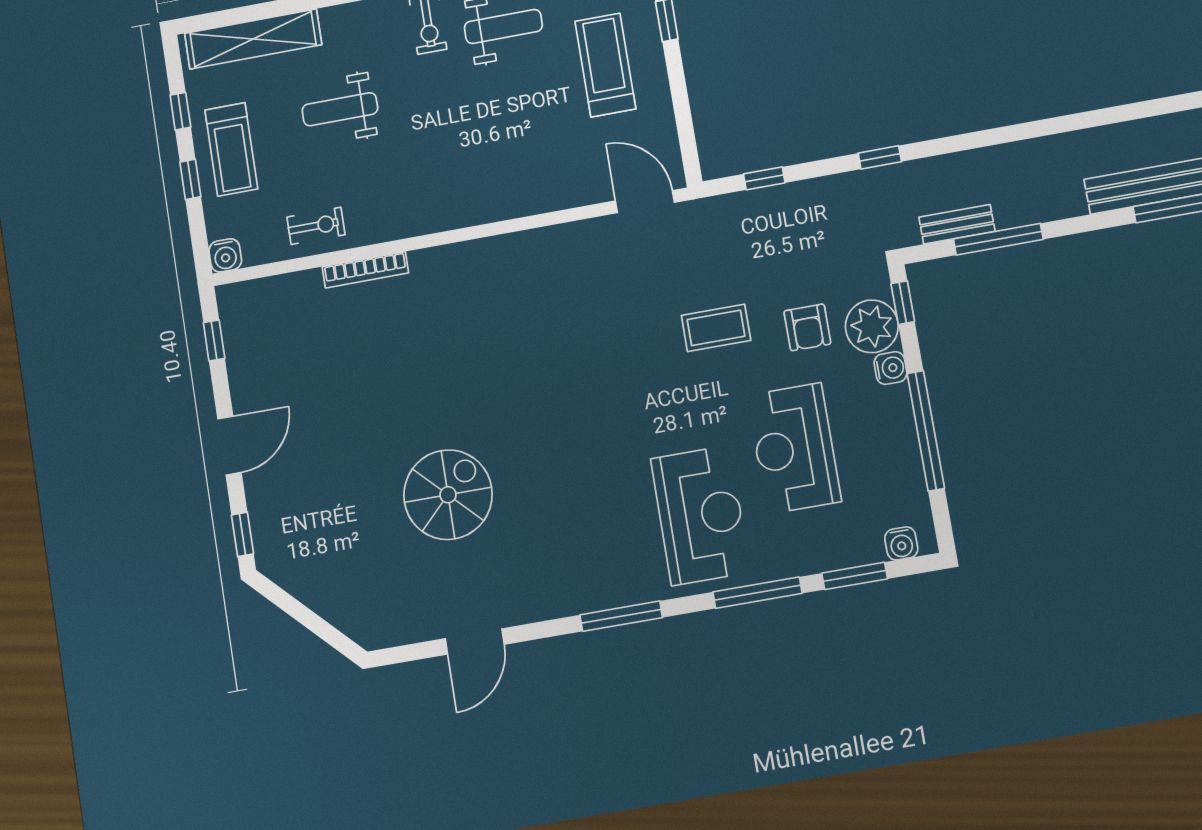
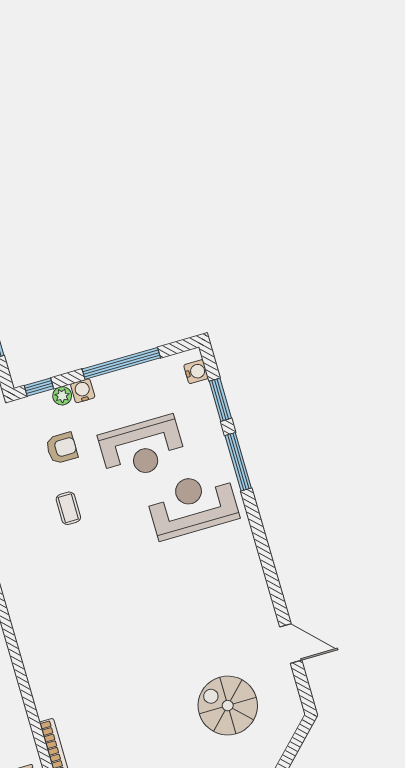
plant: (872, 326) -> (62, 396), width x0.53, depth x0.53
coffee table: (716, 328) -> (68, 508), width x0.73, depth x0.77
spiral stairs: (448, 495) -> (228, 706), moved
window: (621, 616) -> (263, 549), removed

